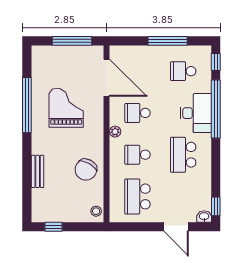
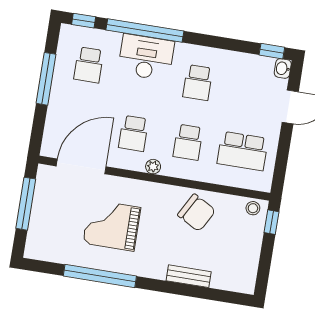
school desk: (183, 155) -> (198, 83), width x0.54
window: (54, 227) -> (272, 222), moved

